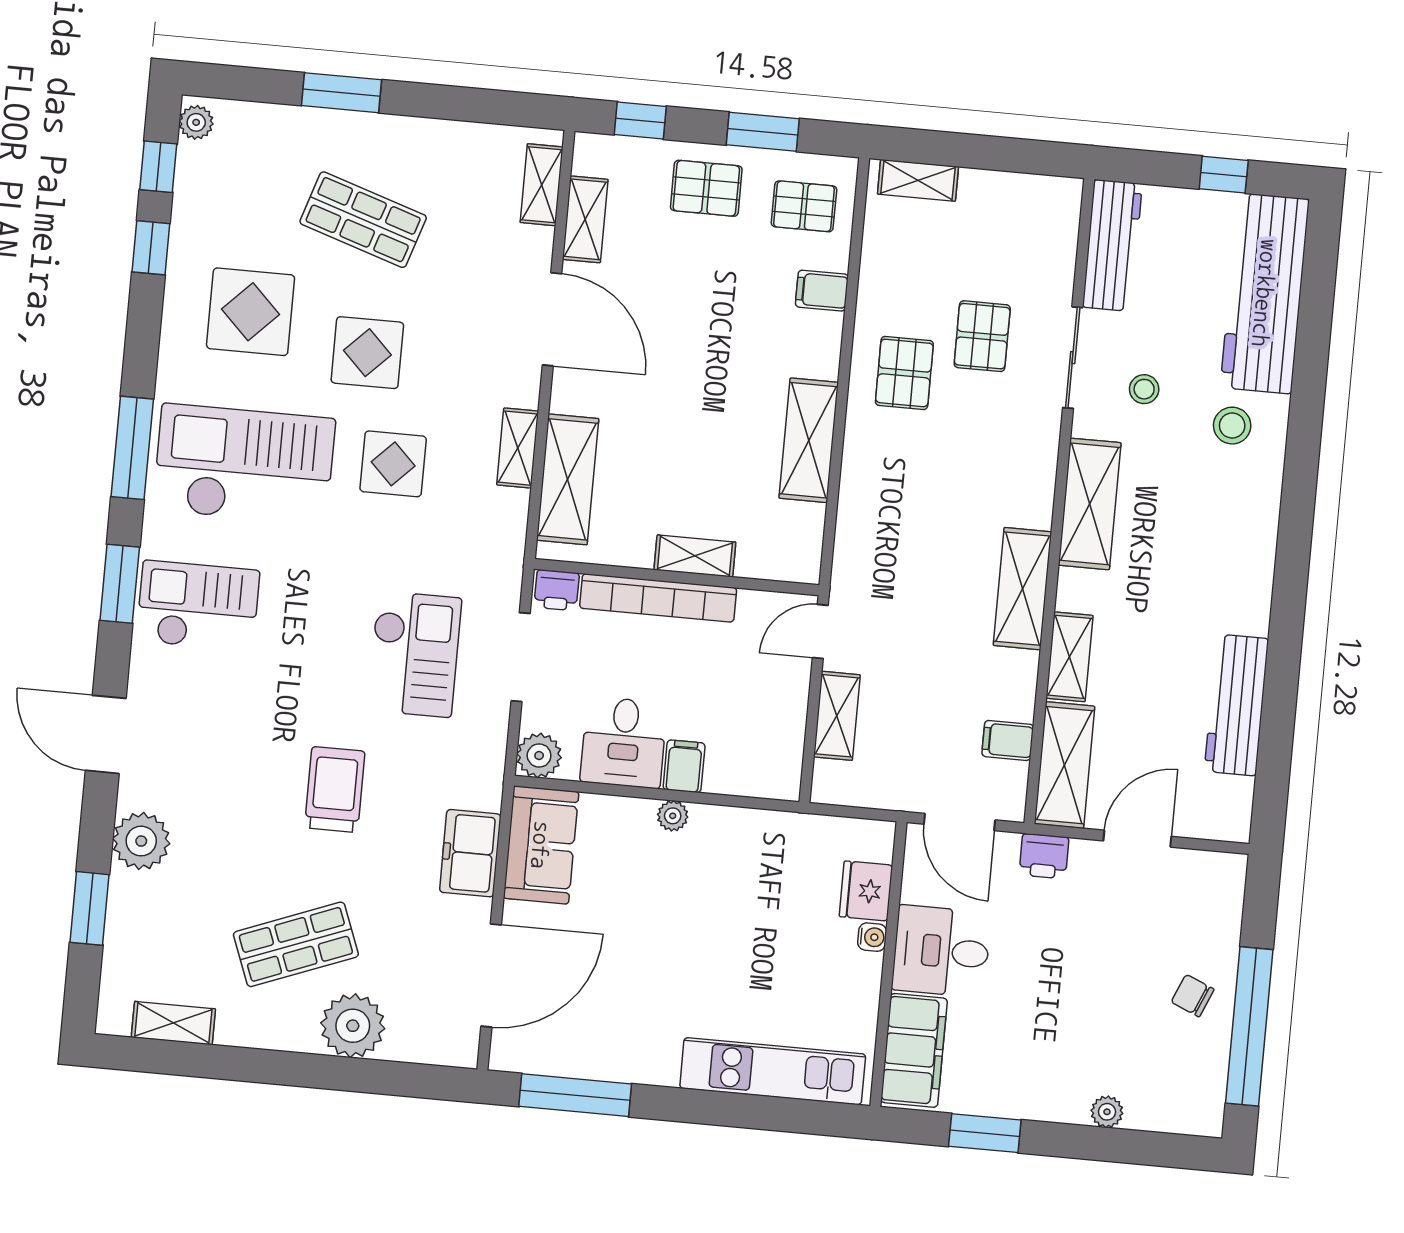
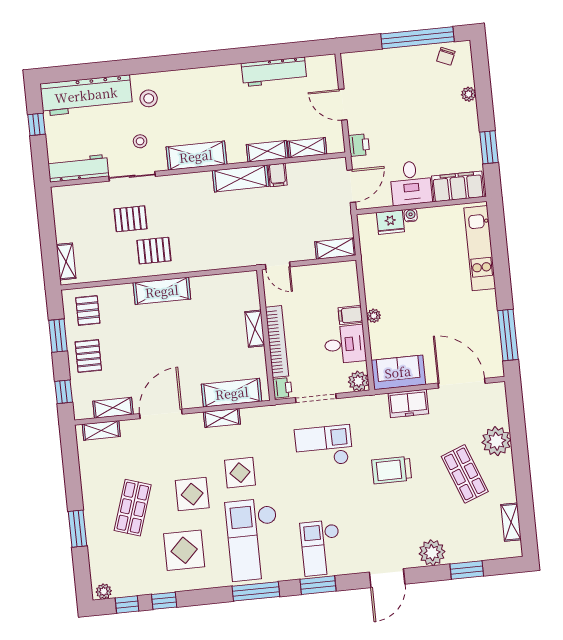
filing cabinet: (822, 291) -> (124, 295), removed
shelving: (809, 440) -> (162, 291), moved
shelving: (837, 716) -> (335, 249), moved
filing cabinet: (1008, 740) -> (278, 175), moved
shelving: (1065, 765) -> (307, 148), width x0.67, depth x0.75
chair: (1193, 996) -> (446, 56), moved

